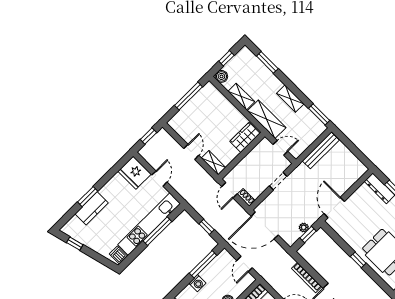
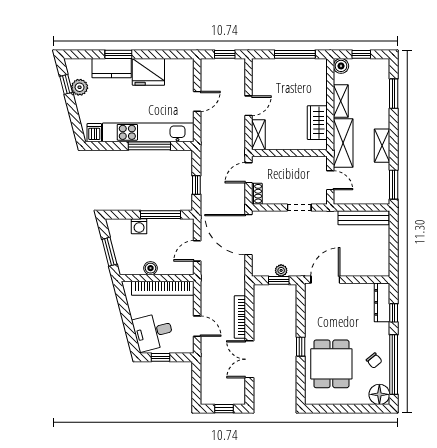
wardrobe: (245, 137) -> (317, 123), moved, turned -90
fridge: (134, 173) -> (148, 72), moved, turned -90
plant: (84, 238) -> (80, 87), added

